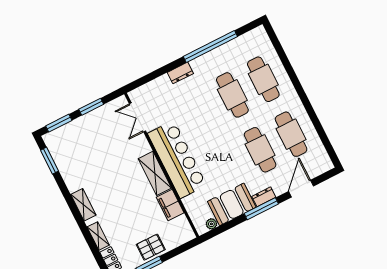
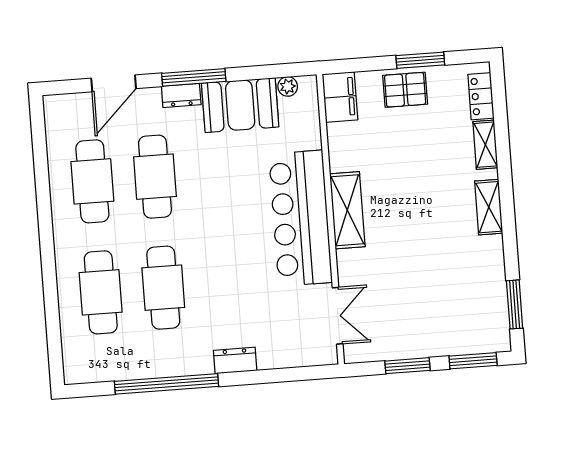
filing cabinet: (170, 205) -> (340, 97), moved

